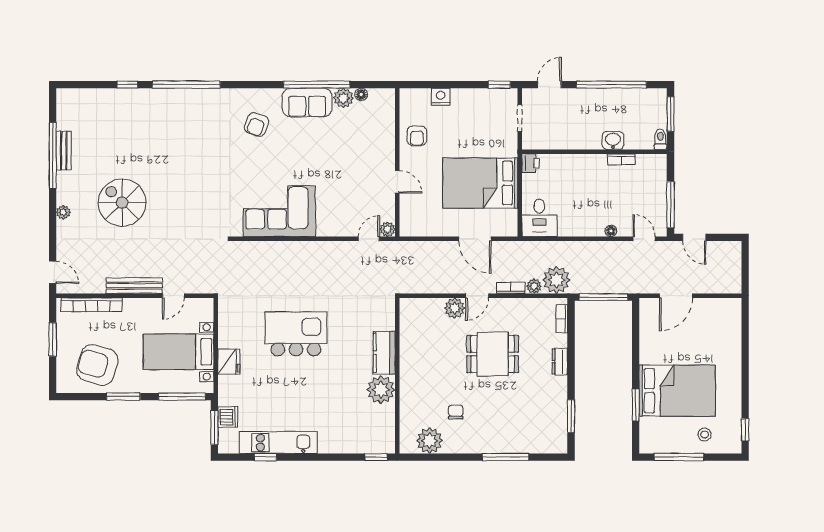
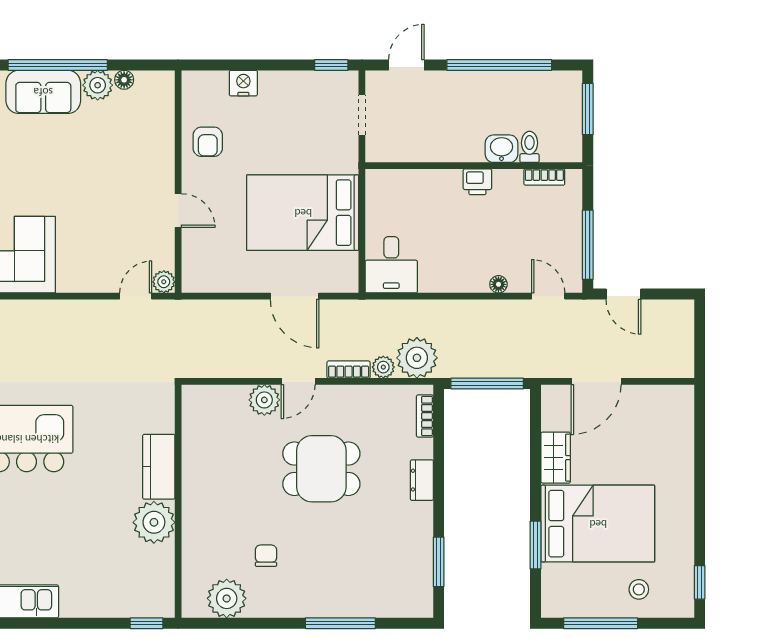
toilet: (660, 139) -> (529, 147), moved
bookcase: (621, 159) -> (544, 177), moved
printer: (531, 163) -> (477, 182), moved, turned 90
wardrobe: (649, 347) -> (556, 458), added

